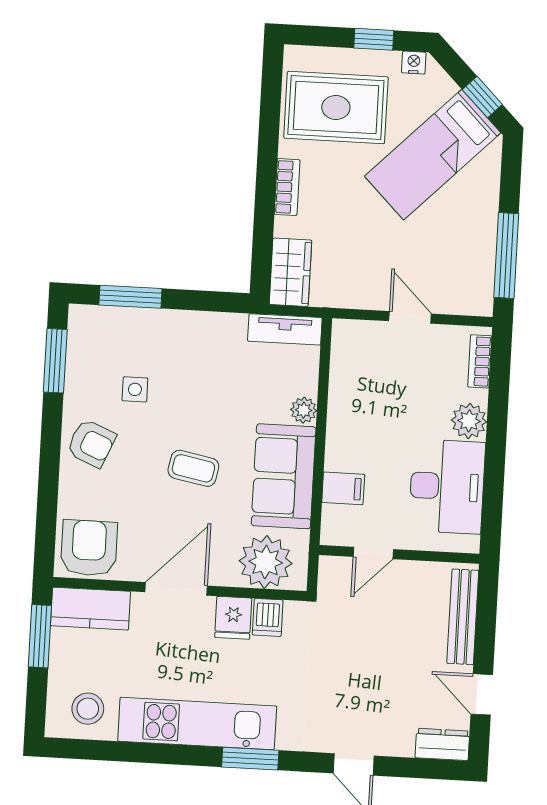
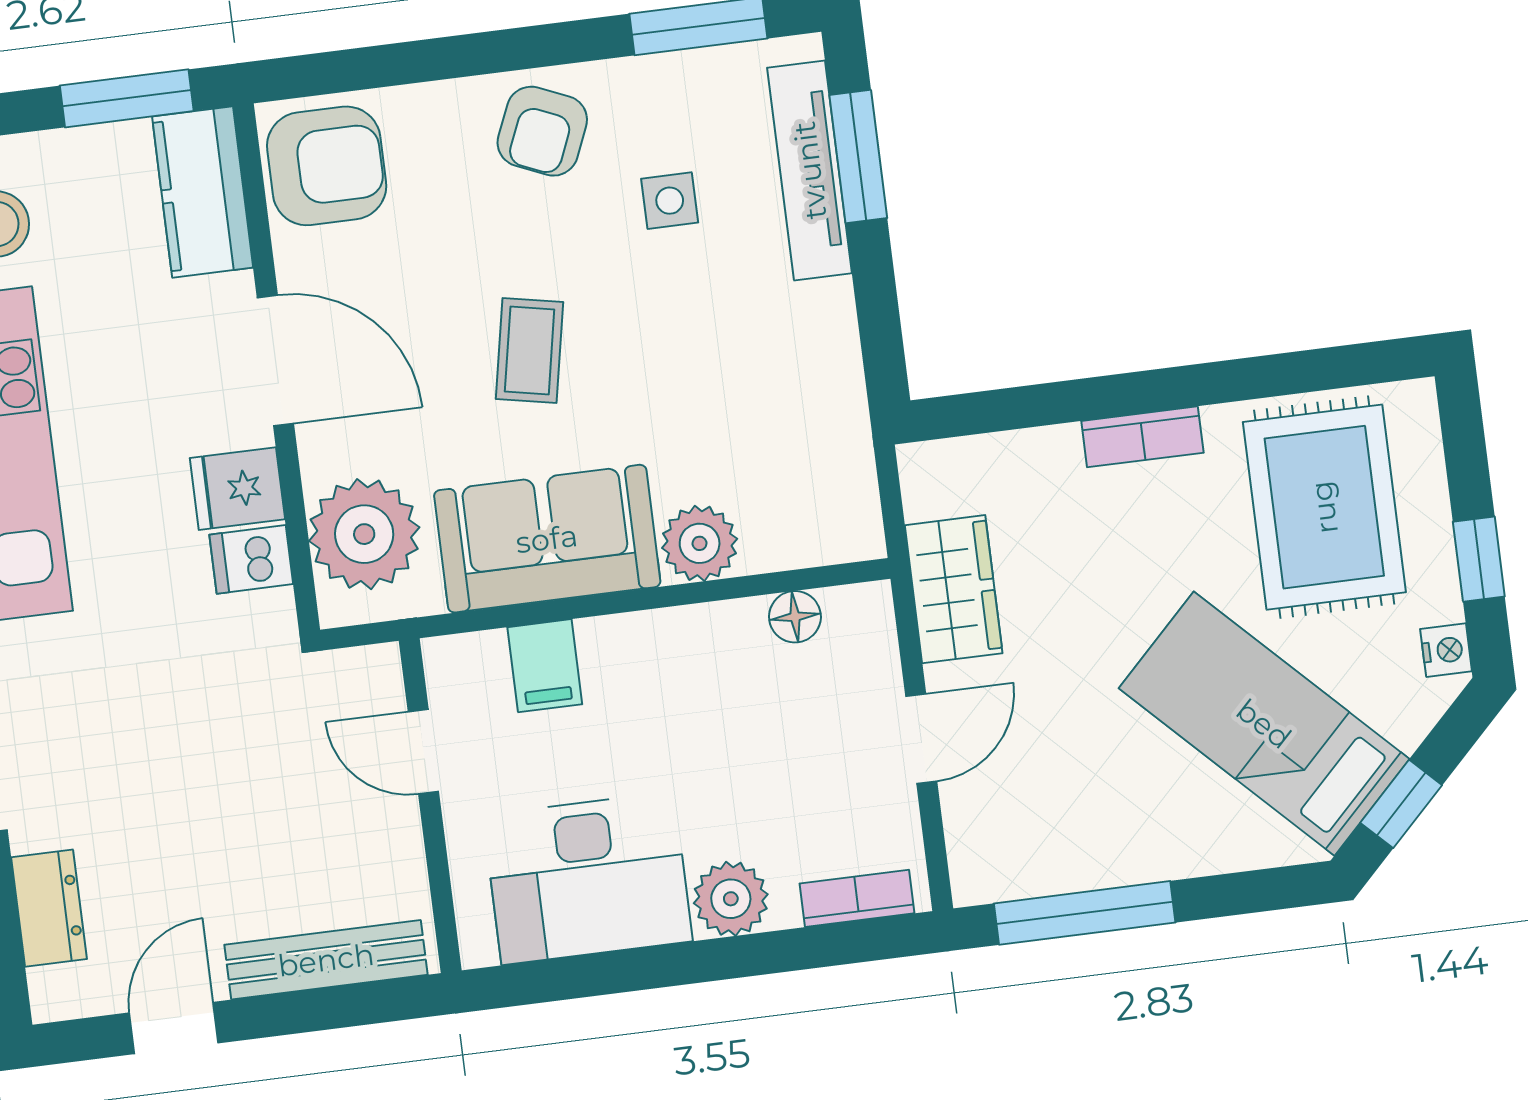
wardrobe: (290, 272) -> (954, 589), moved, turned -90
tv unit: (285, 329) -> (810, 170), moved, width x1.41
floor lamp: (342, 366) -> (795, 617), added
plant: (304, 410) -> (700, 543), width x1.38, depth x1.38
dresser: (442, 744) -> (49, 908), moved

